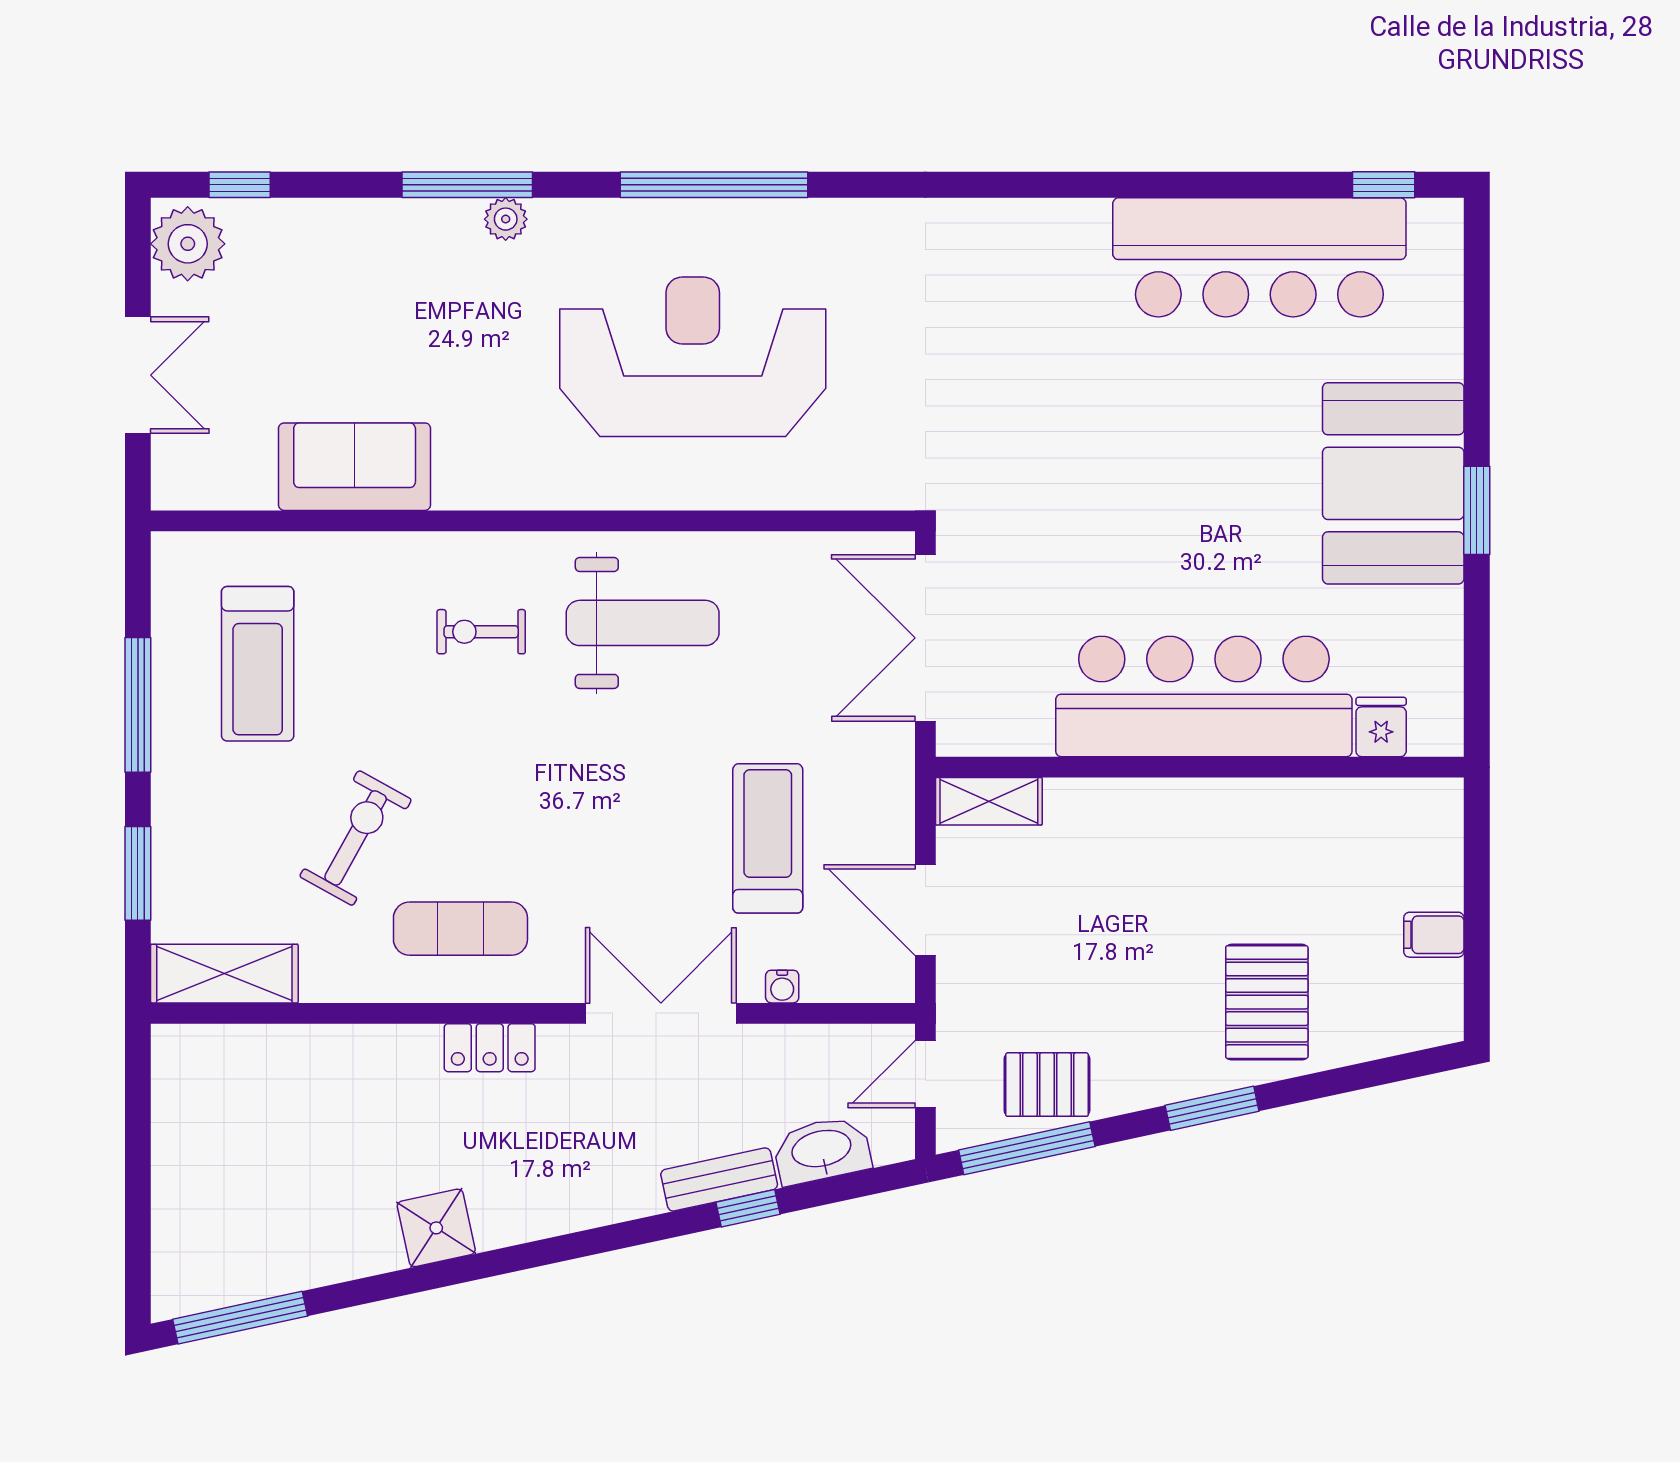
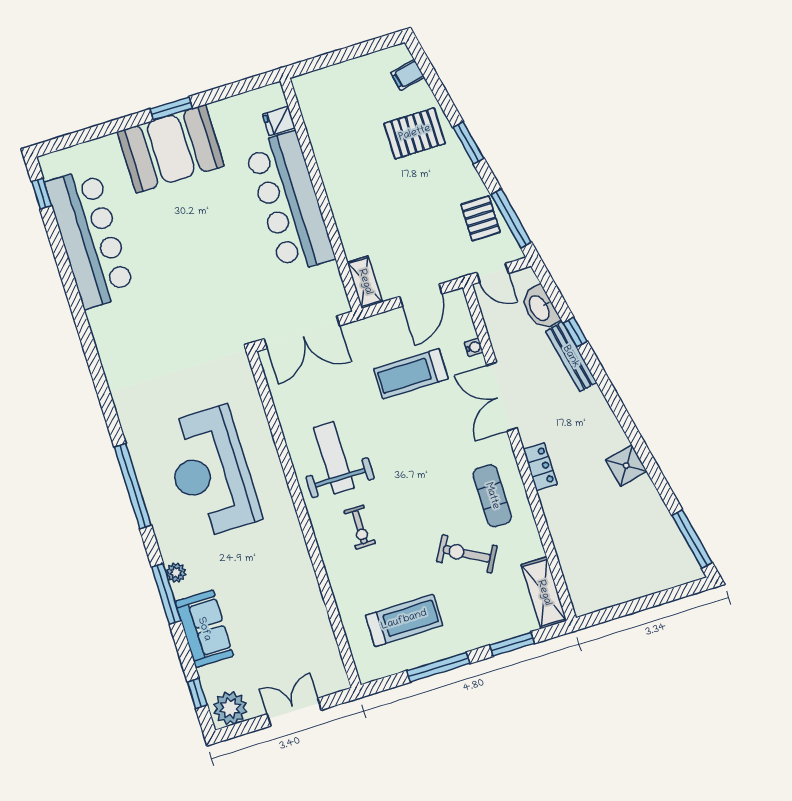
sofa: (355, 467) -> (204, 629), moved, turned 180
filing cabinet: (1434, 935) -> (408, 75), moved, turned 78
bench: (719, 1179) -> (571, 357), width x1.36

